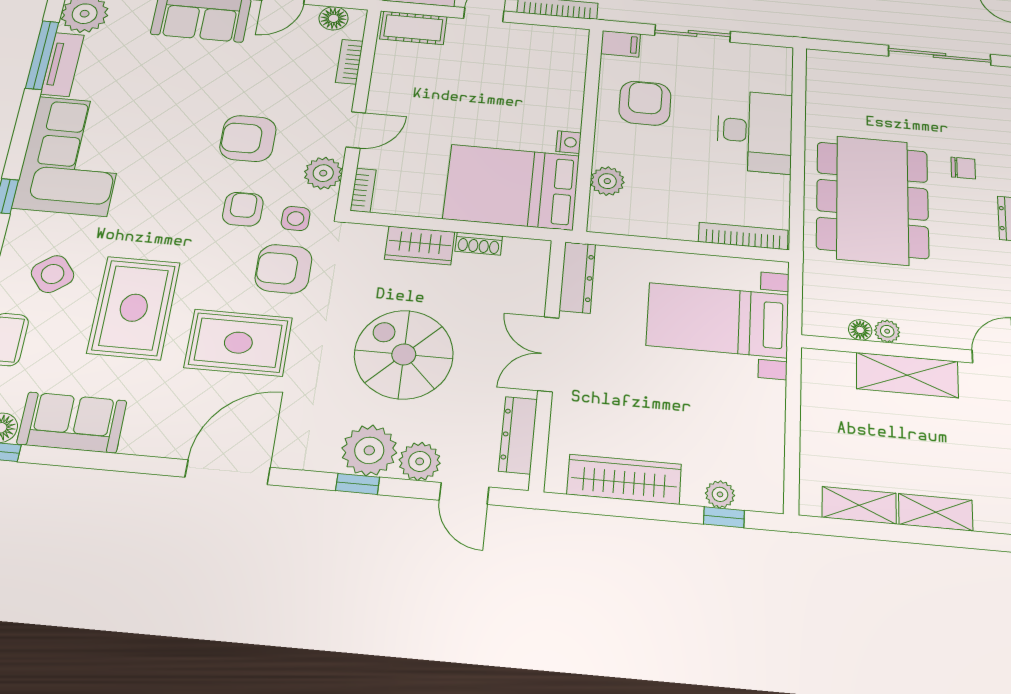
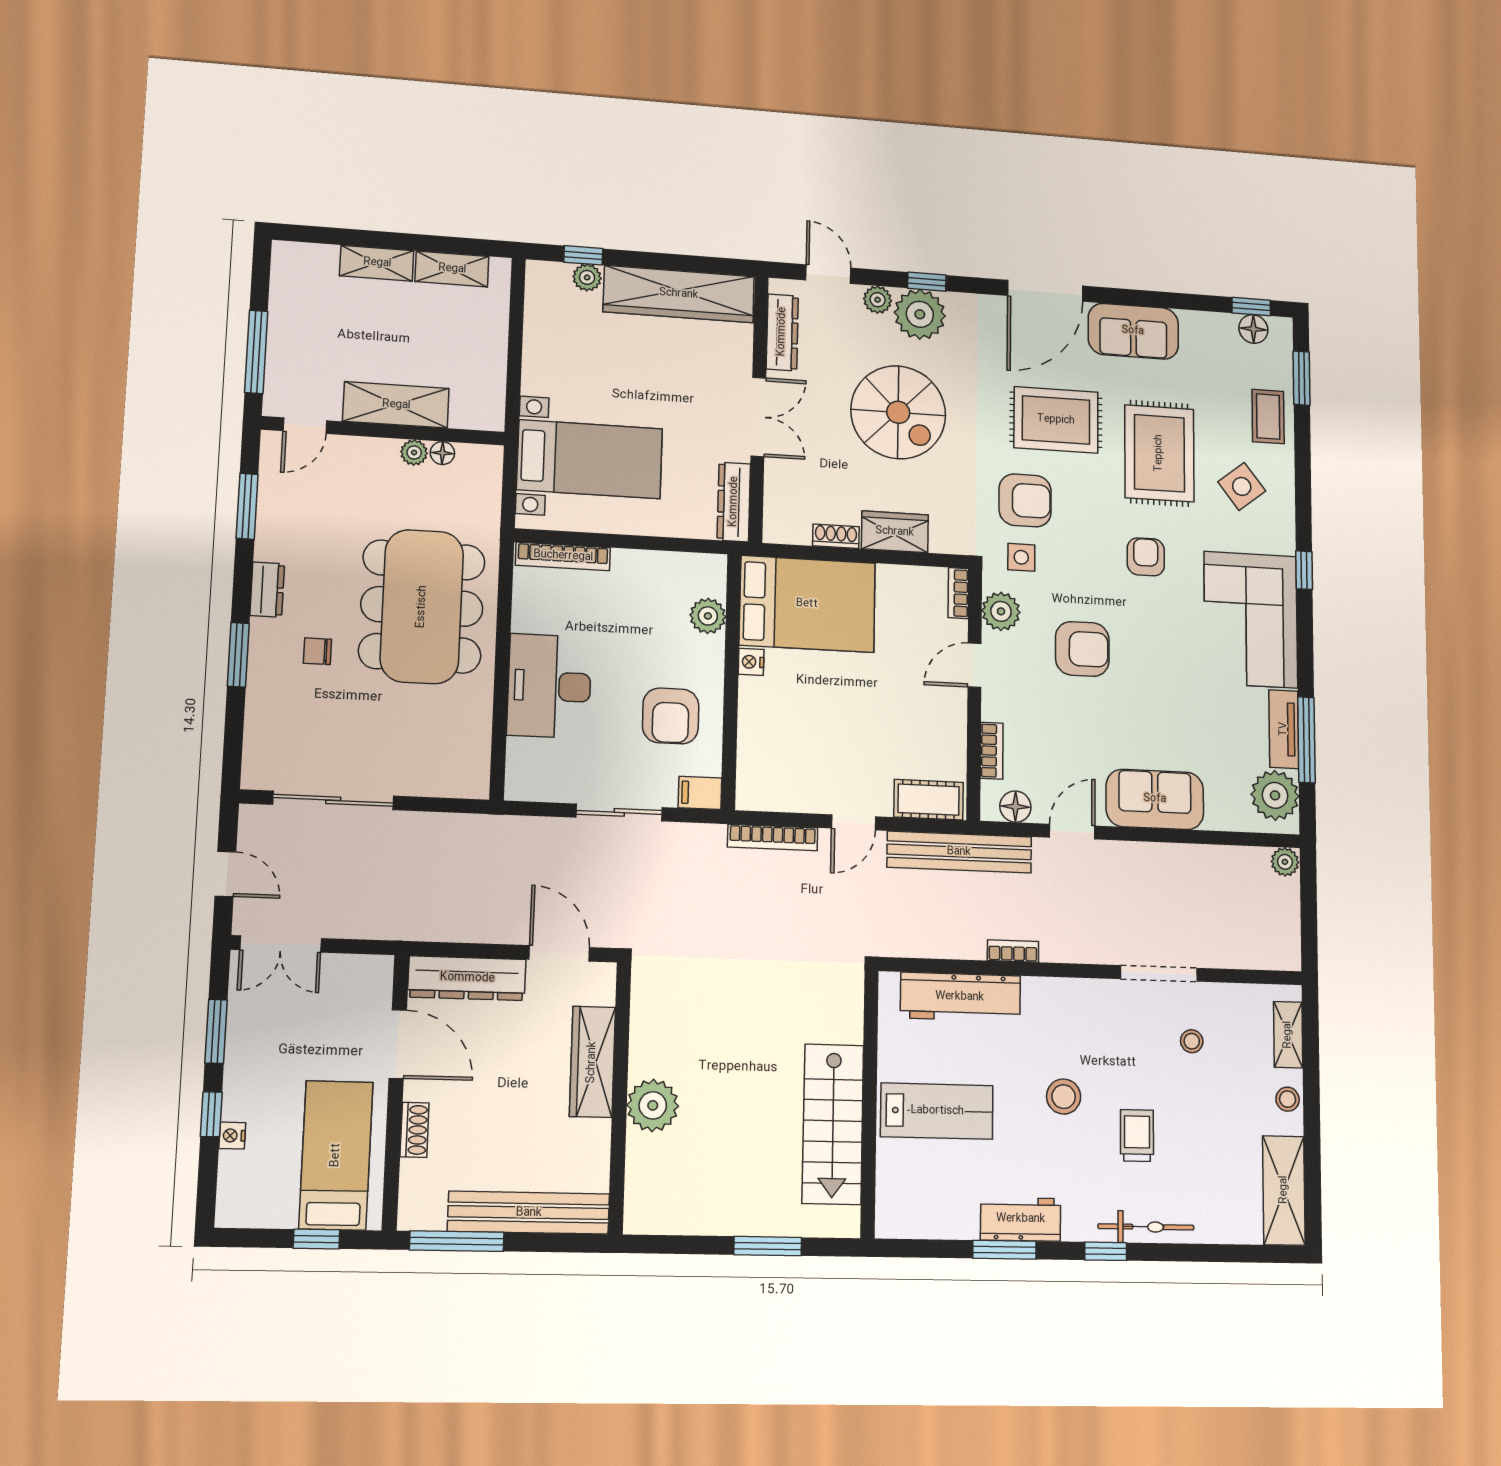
armchair: (243, 209) -> (1146, 557), moved, turned 180
sofa: (72, 422) -> (1133, 331), moved
plant: (420, 461) -> (878, 300), width x0.73, depth x0.73
wardrobe: (624, 479) -> (679, 294), width x1.40, depth x1.17

